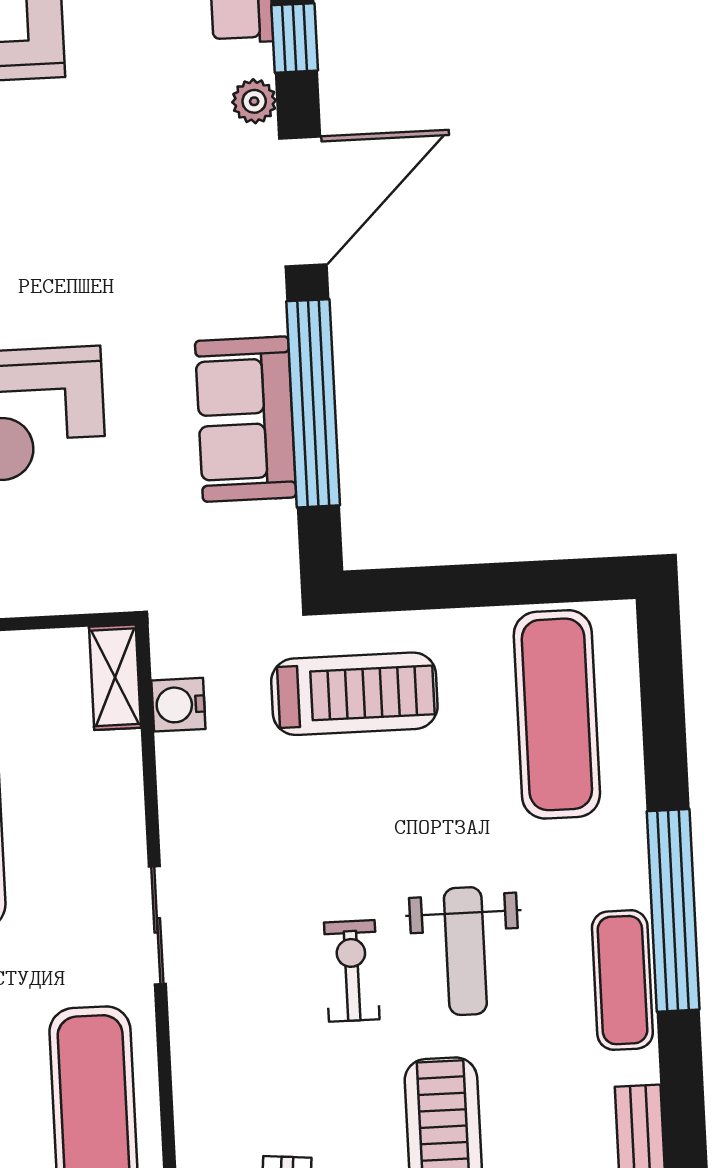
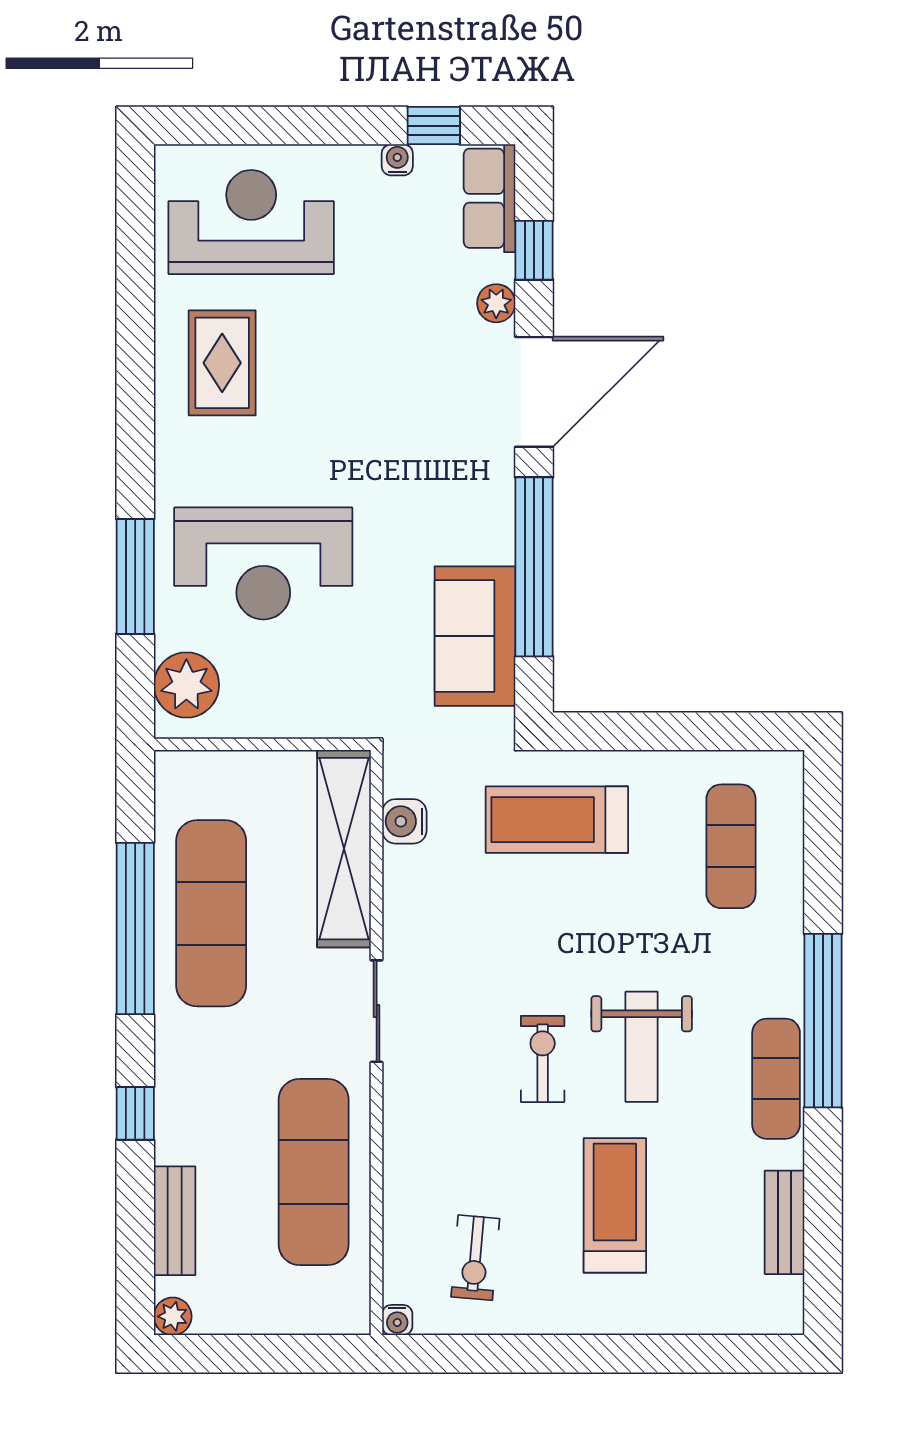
sofa: (246, 419) -> (475, 636), moved
shelving: (115, 677) -> (344, 849), width x2.20, depth x1.33
treadmill: (354, 694) -> (557, 820), turned 180
exercise mat: (557, 714) -> (731, 846), width x0.73, depth x0.69

